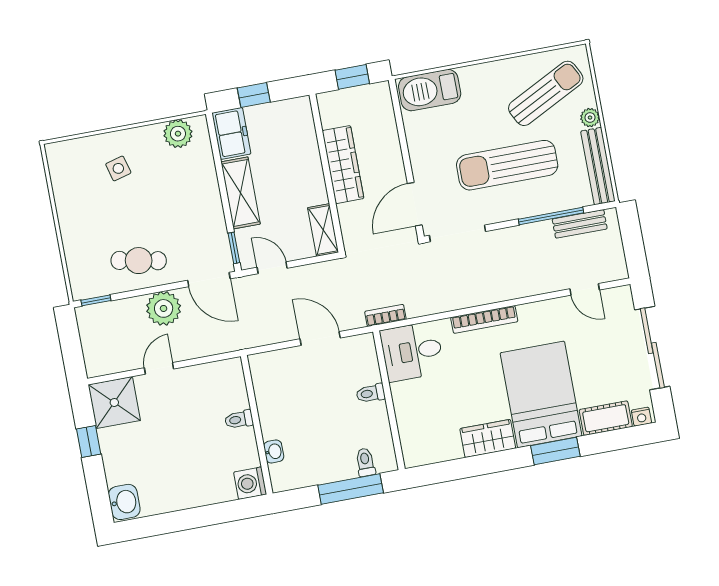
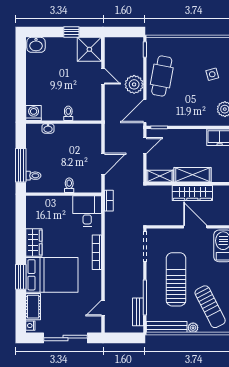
shelving: (241, 193) -> (193, 175), moved
door: (415, 204) -> (195, 227), moved
cafe table: (139, 261) -> (162, 76), width x1.37, depth x1.35

